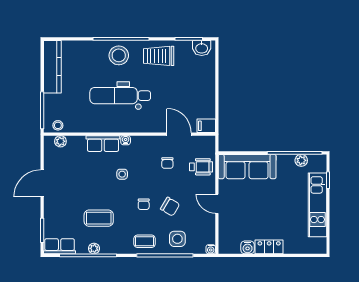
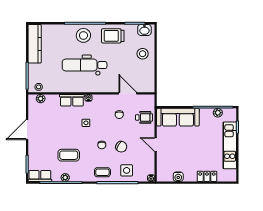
stool: (199, 80) -> (143, 54), added
filing cabinet: (206, 126) -> (148, 87), removed
locker: (269, 247) -> (207, 176), moved

